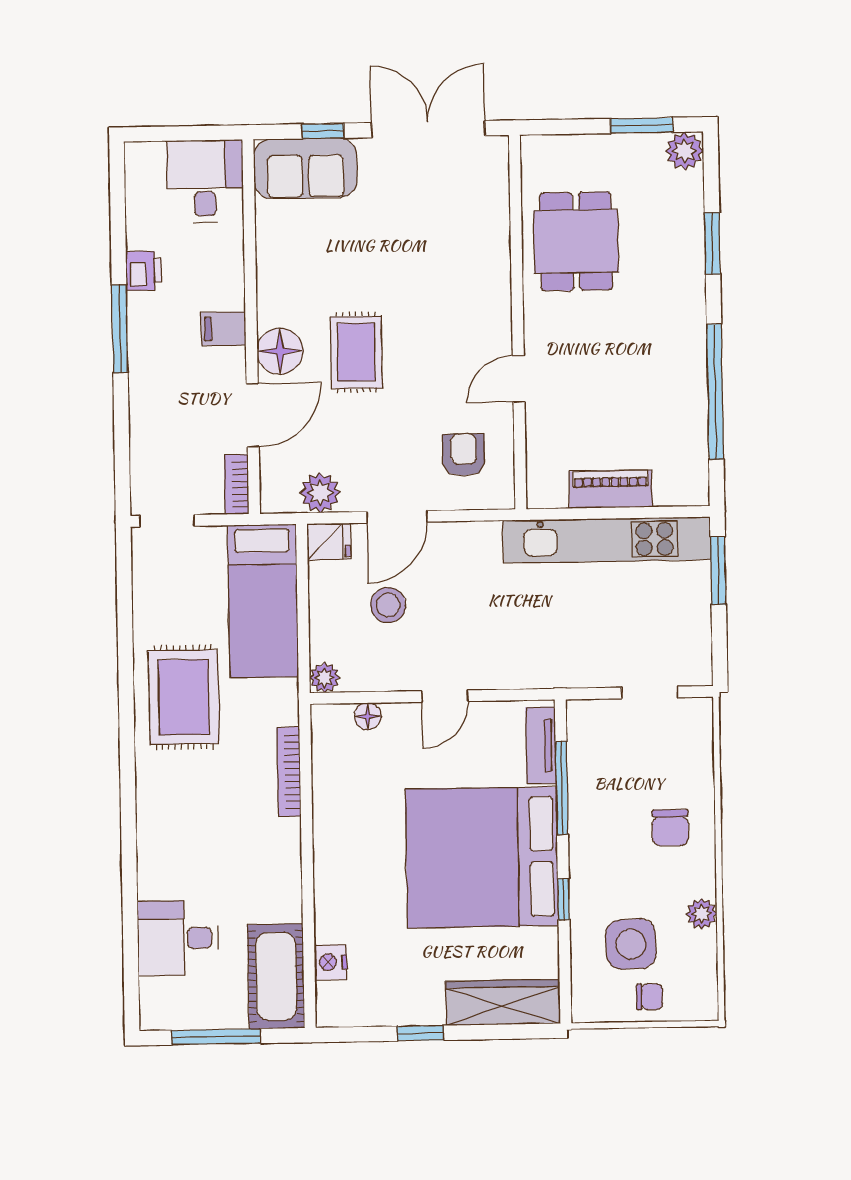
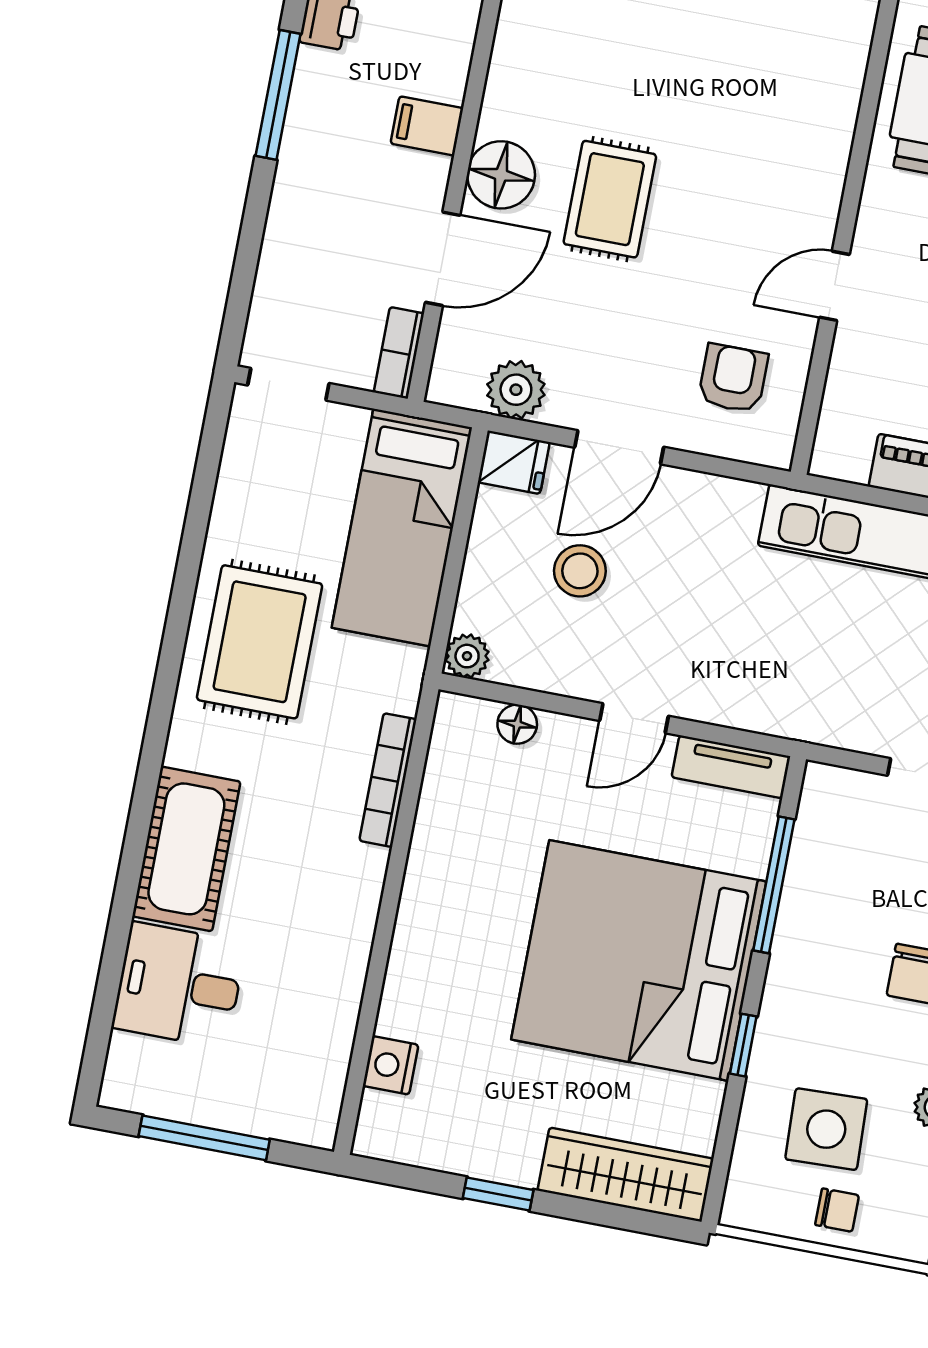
tv unit: (541, 745) -> (731, 767), moved, turned -90
cot: (276, 976) -> (186, 849), moved

